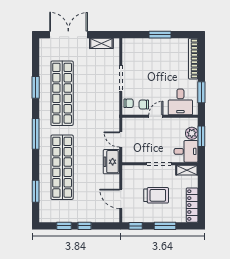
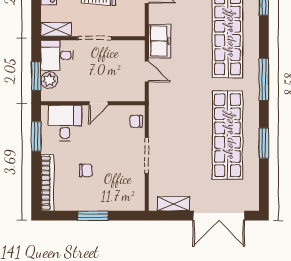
chair: (144, 105) -> (86, 170), moved

